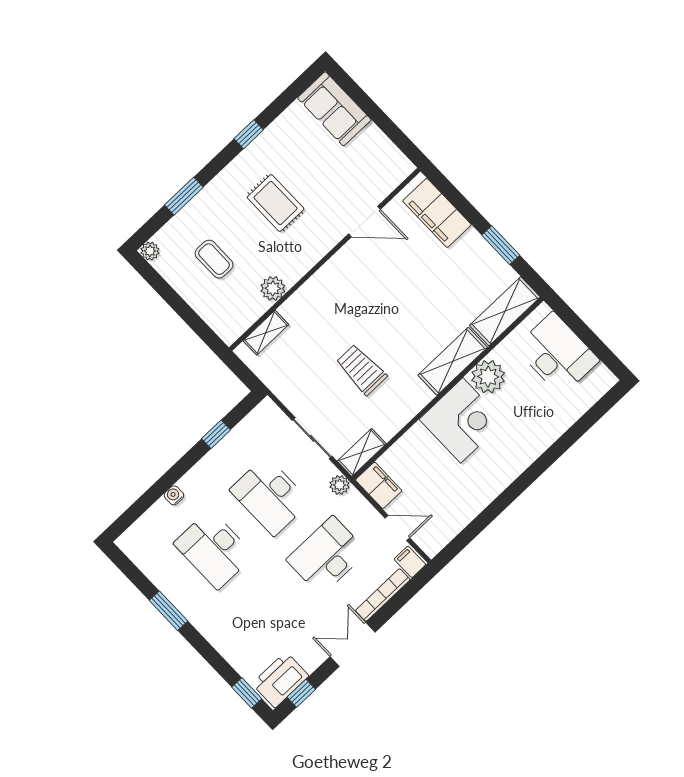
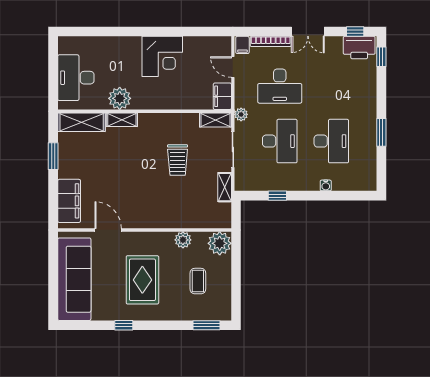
sofa: (334, 109) -> (74, 279), width x1.85, depth x1.27
window: (184, 196) -> (206, 325), moved
rug: (276, 203) -> (142, 280), width x1.36, depth x1.43
plant: (150, 251) -> (220, 243), moved, width x1.87, depth x1.87
shelving: (266, 333) -> (225, 187), moved, turned 90
shelving: (453, 361) -> (122, 120), width x0.67, depth x0.75
corner desk: (462, 420) -> (162, 56), moved, turned 180

